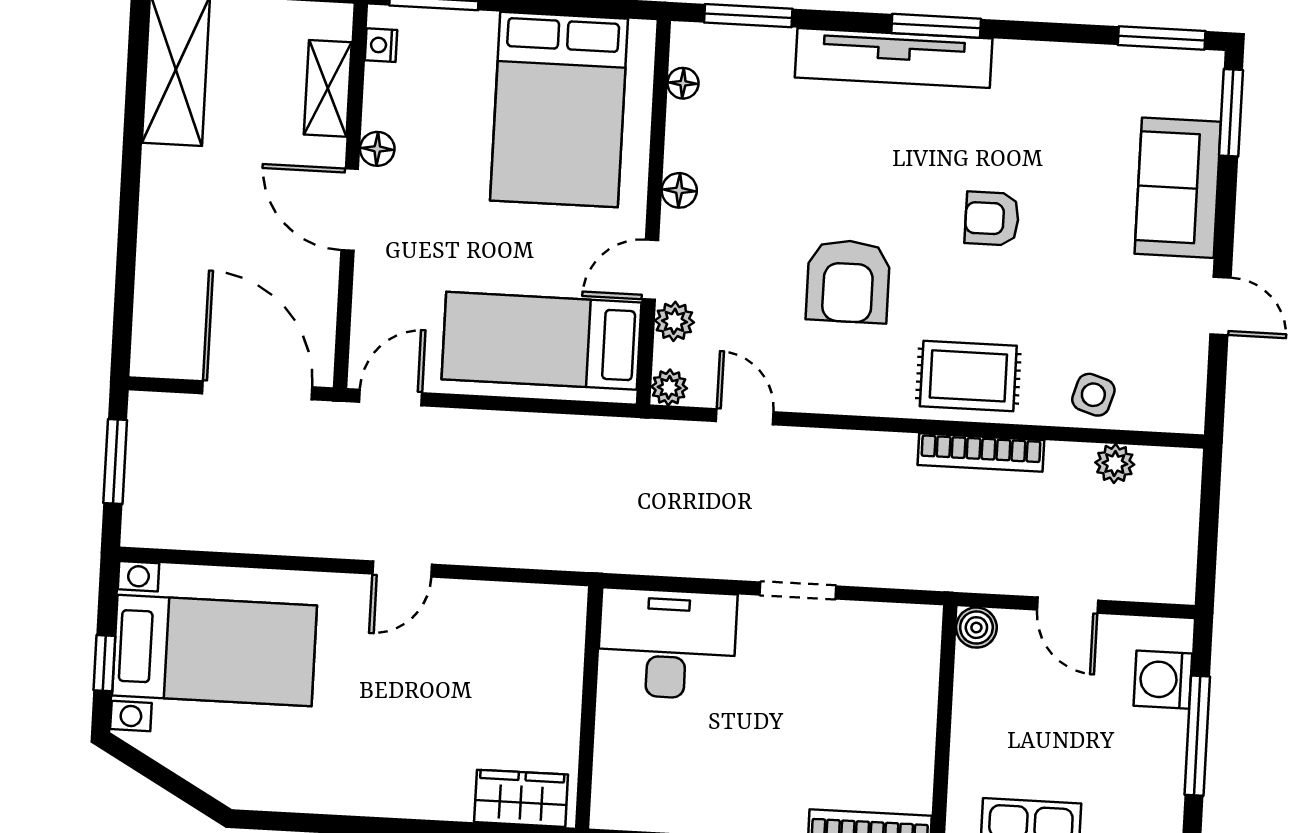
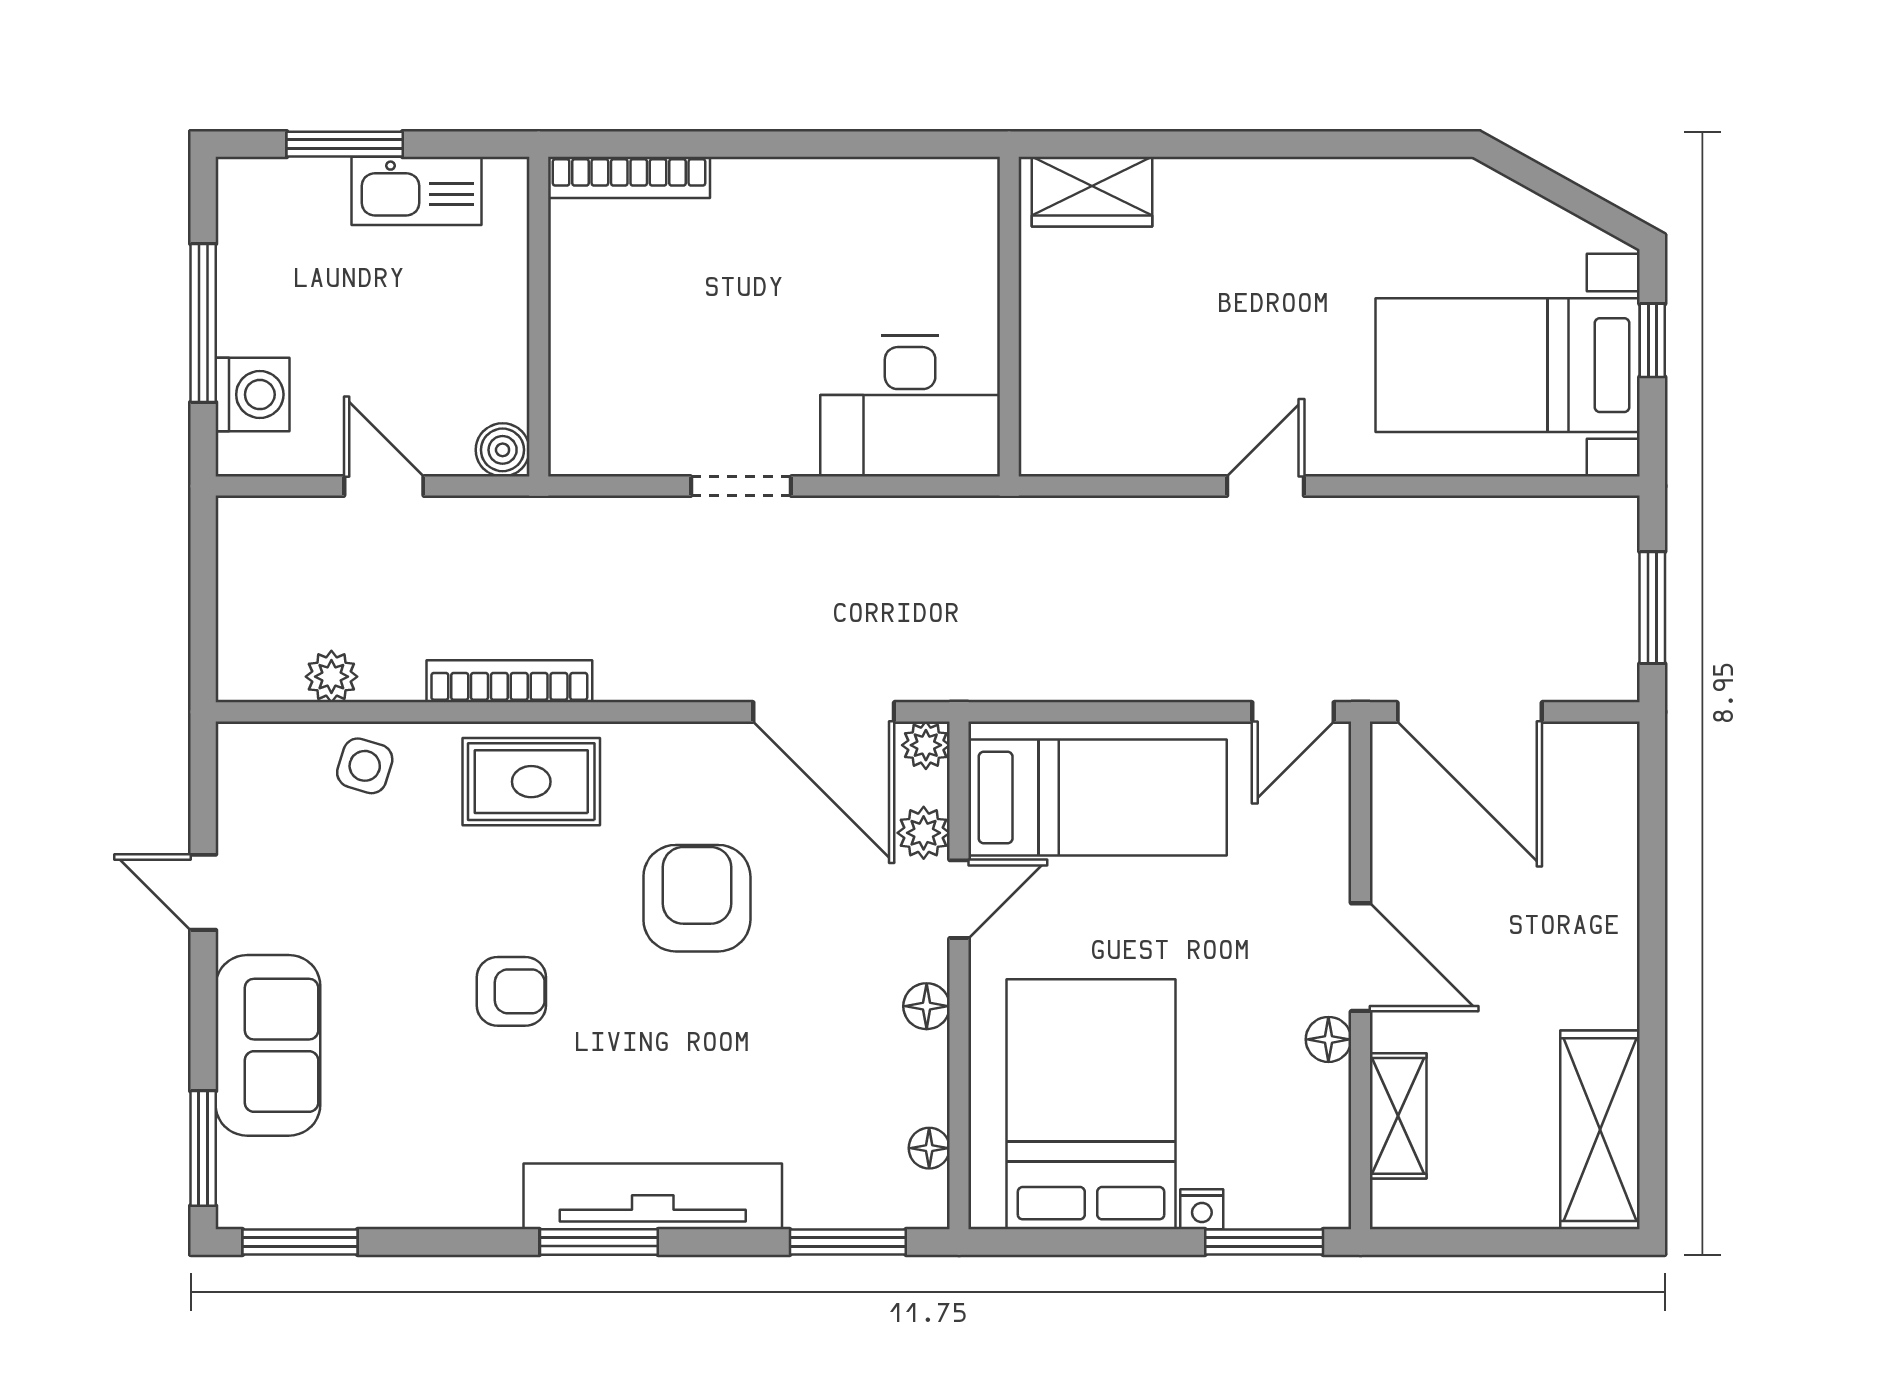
nightstand: (381, 45) -> (1202, 1209), moved, turned 90
door: (745, 417) -> (824, 712), width x1.88

